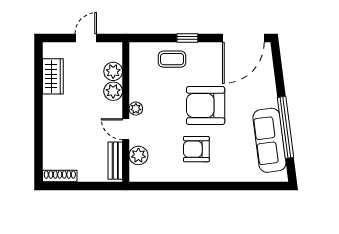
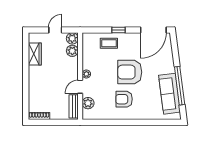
plant: (113, 91) -> (72, 38), moved
door: (126, 129) -> (80, 87), hinge flipped

